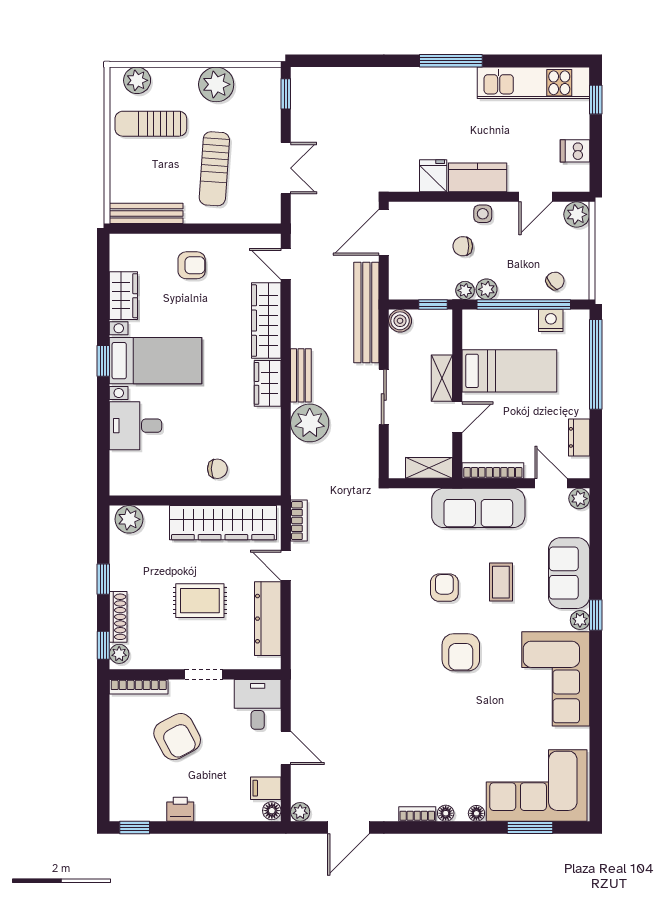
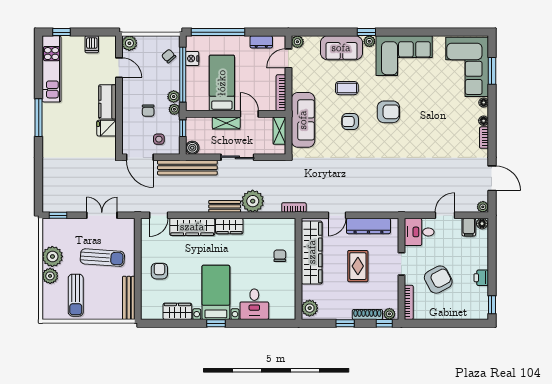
plant: (137, 80) -> (50, 276), moved
side table: (483, 214) -> (159, 139), moved
sofa: (478, 508) -> (303, 120), moved
bookcase: (299, 521) -> (294, 208), moved

